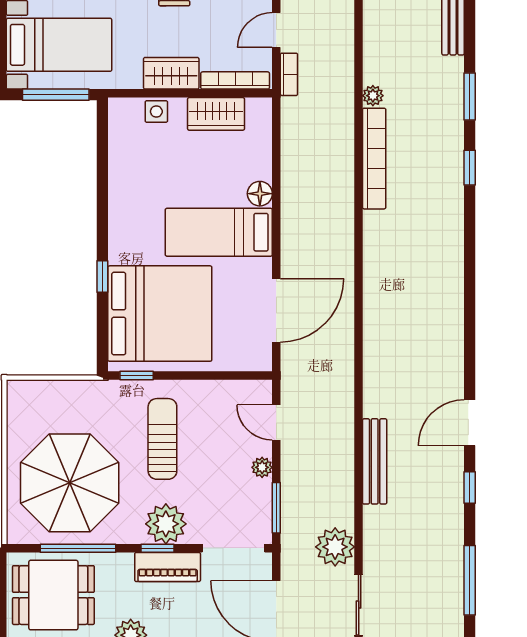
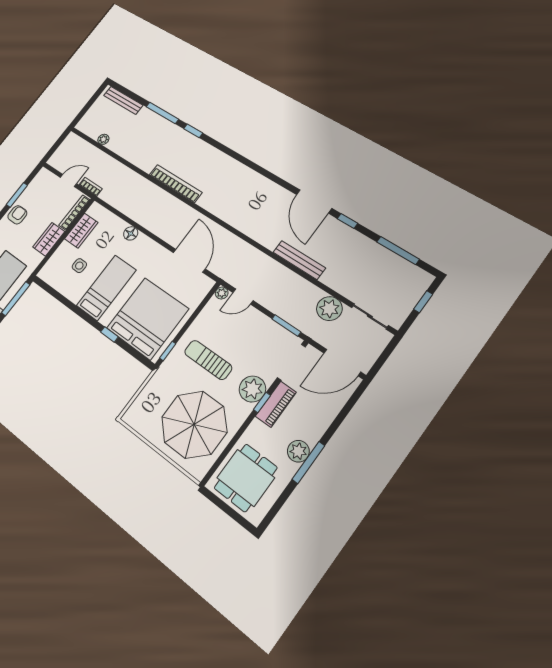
door: (276, 30) -> (68, 180), swing flipped
plant: (373, 96) -> (103, 139), moved
window: (470, 97) -> (162, 113), width x1.44
side table: (156, 111) -> (79, 266), moved
bookcase: (374, 159) -> (176, 183), moved
bed: (219, 232) -> (106, 288), moved, turned 180
door: (470, 423) -> (314, 201), width x1.36
plant: (262, 467) -> (222, 293), moved
window: (78, 548) -> (231, 445), removed

